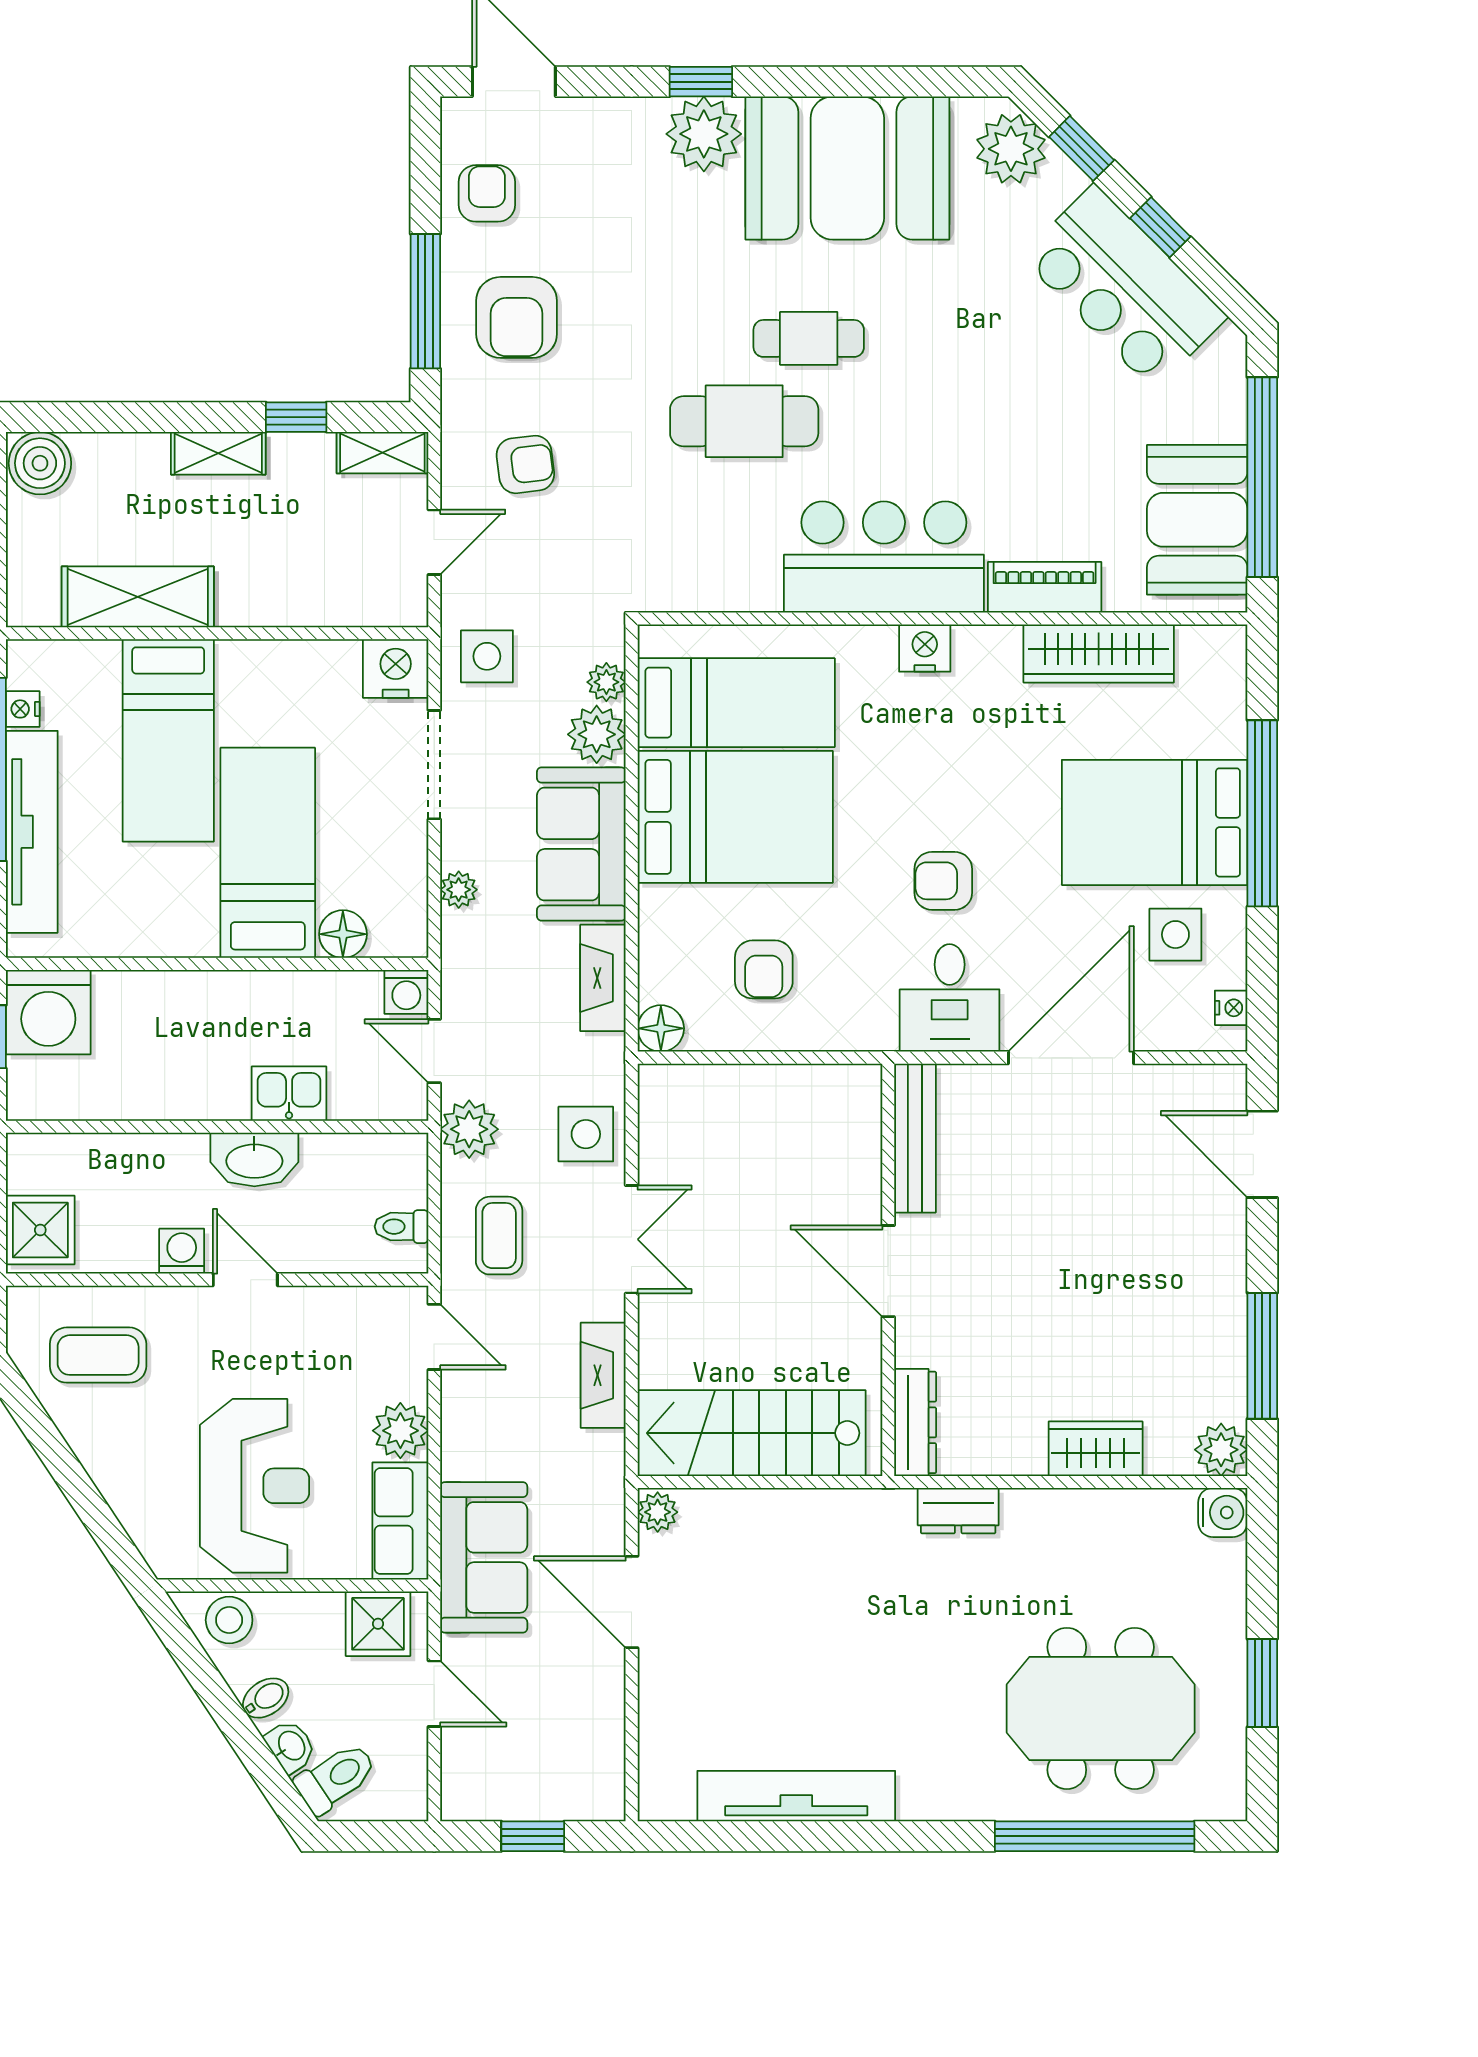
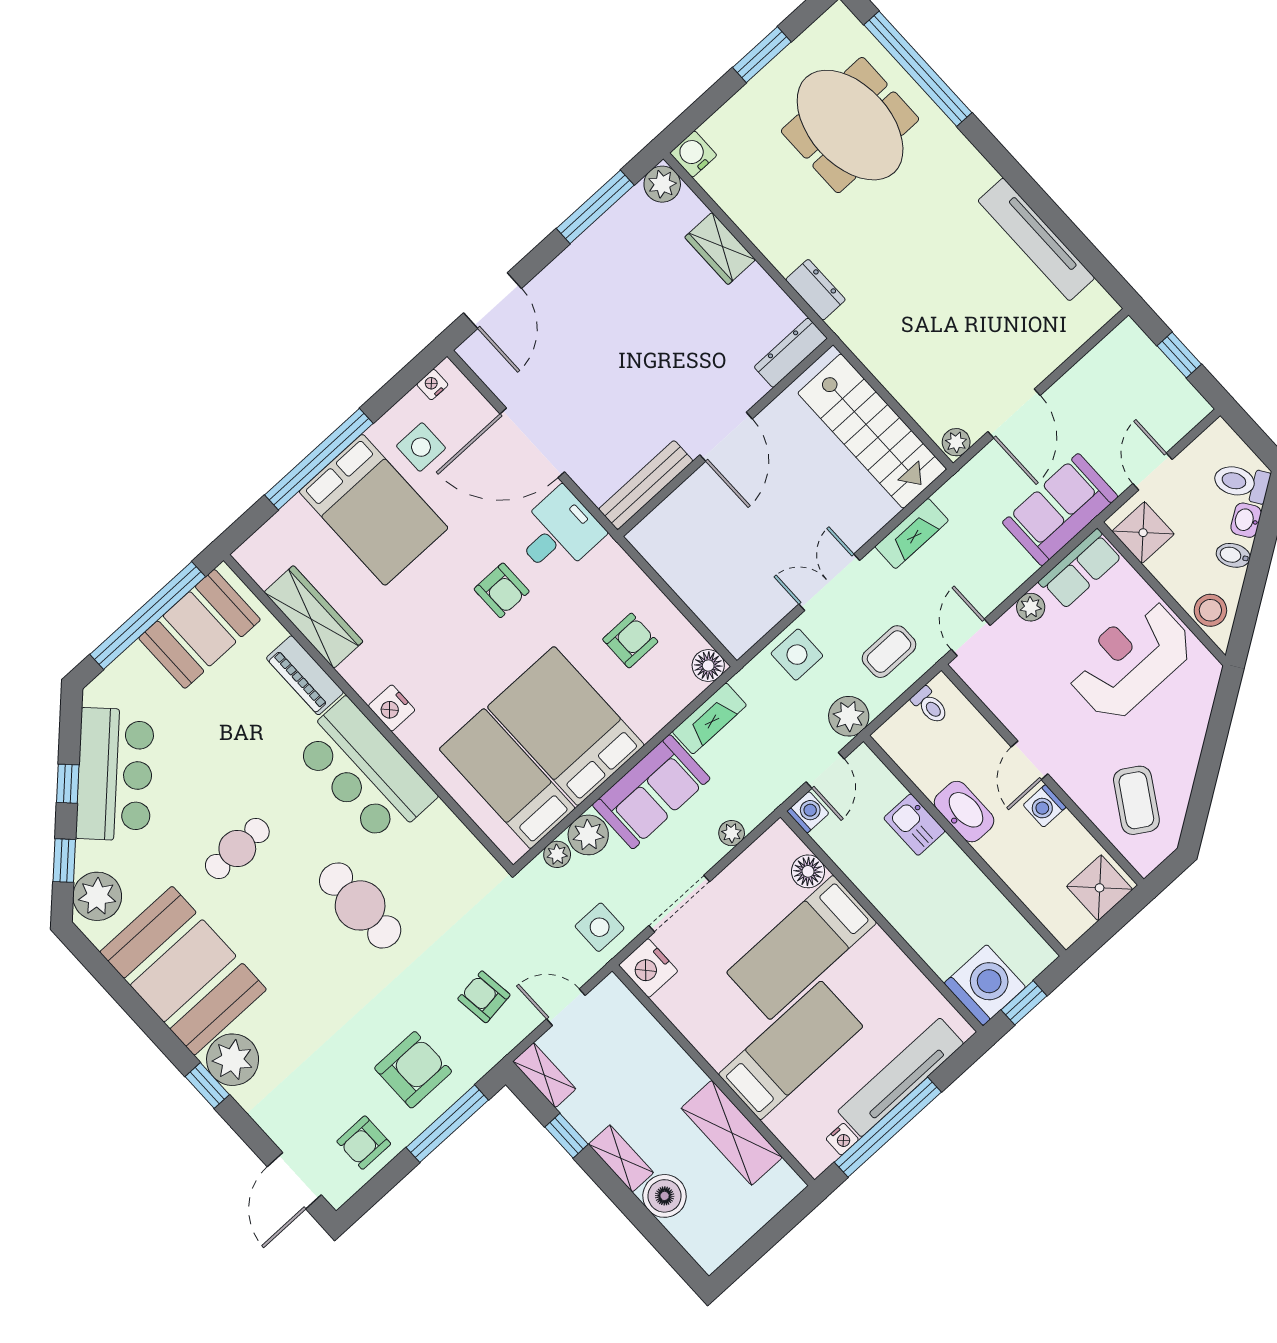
cafe table: (809, 338) -> (237, 848), moved, turned 90
boiler: (40, 463) -> (665, 1196), moved
coffee table: (98, 1355) -> (1136, 800), turned 32
plant: (400, 1431) -> (1031, 607), width x0.73, depth x0.73

